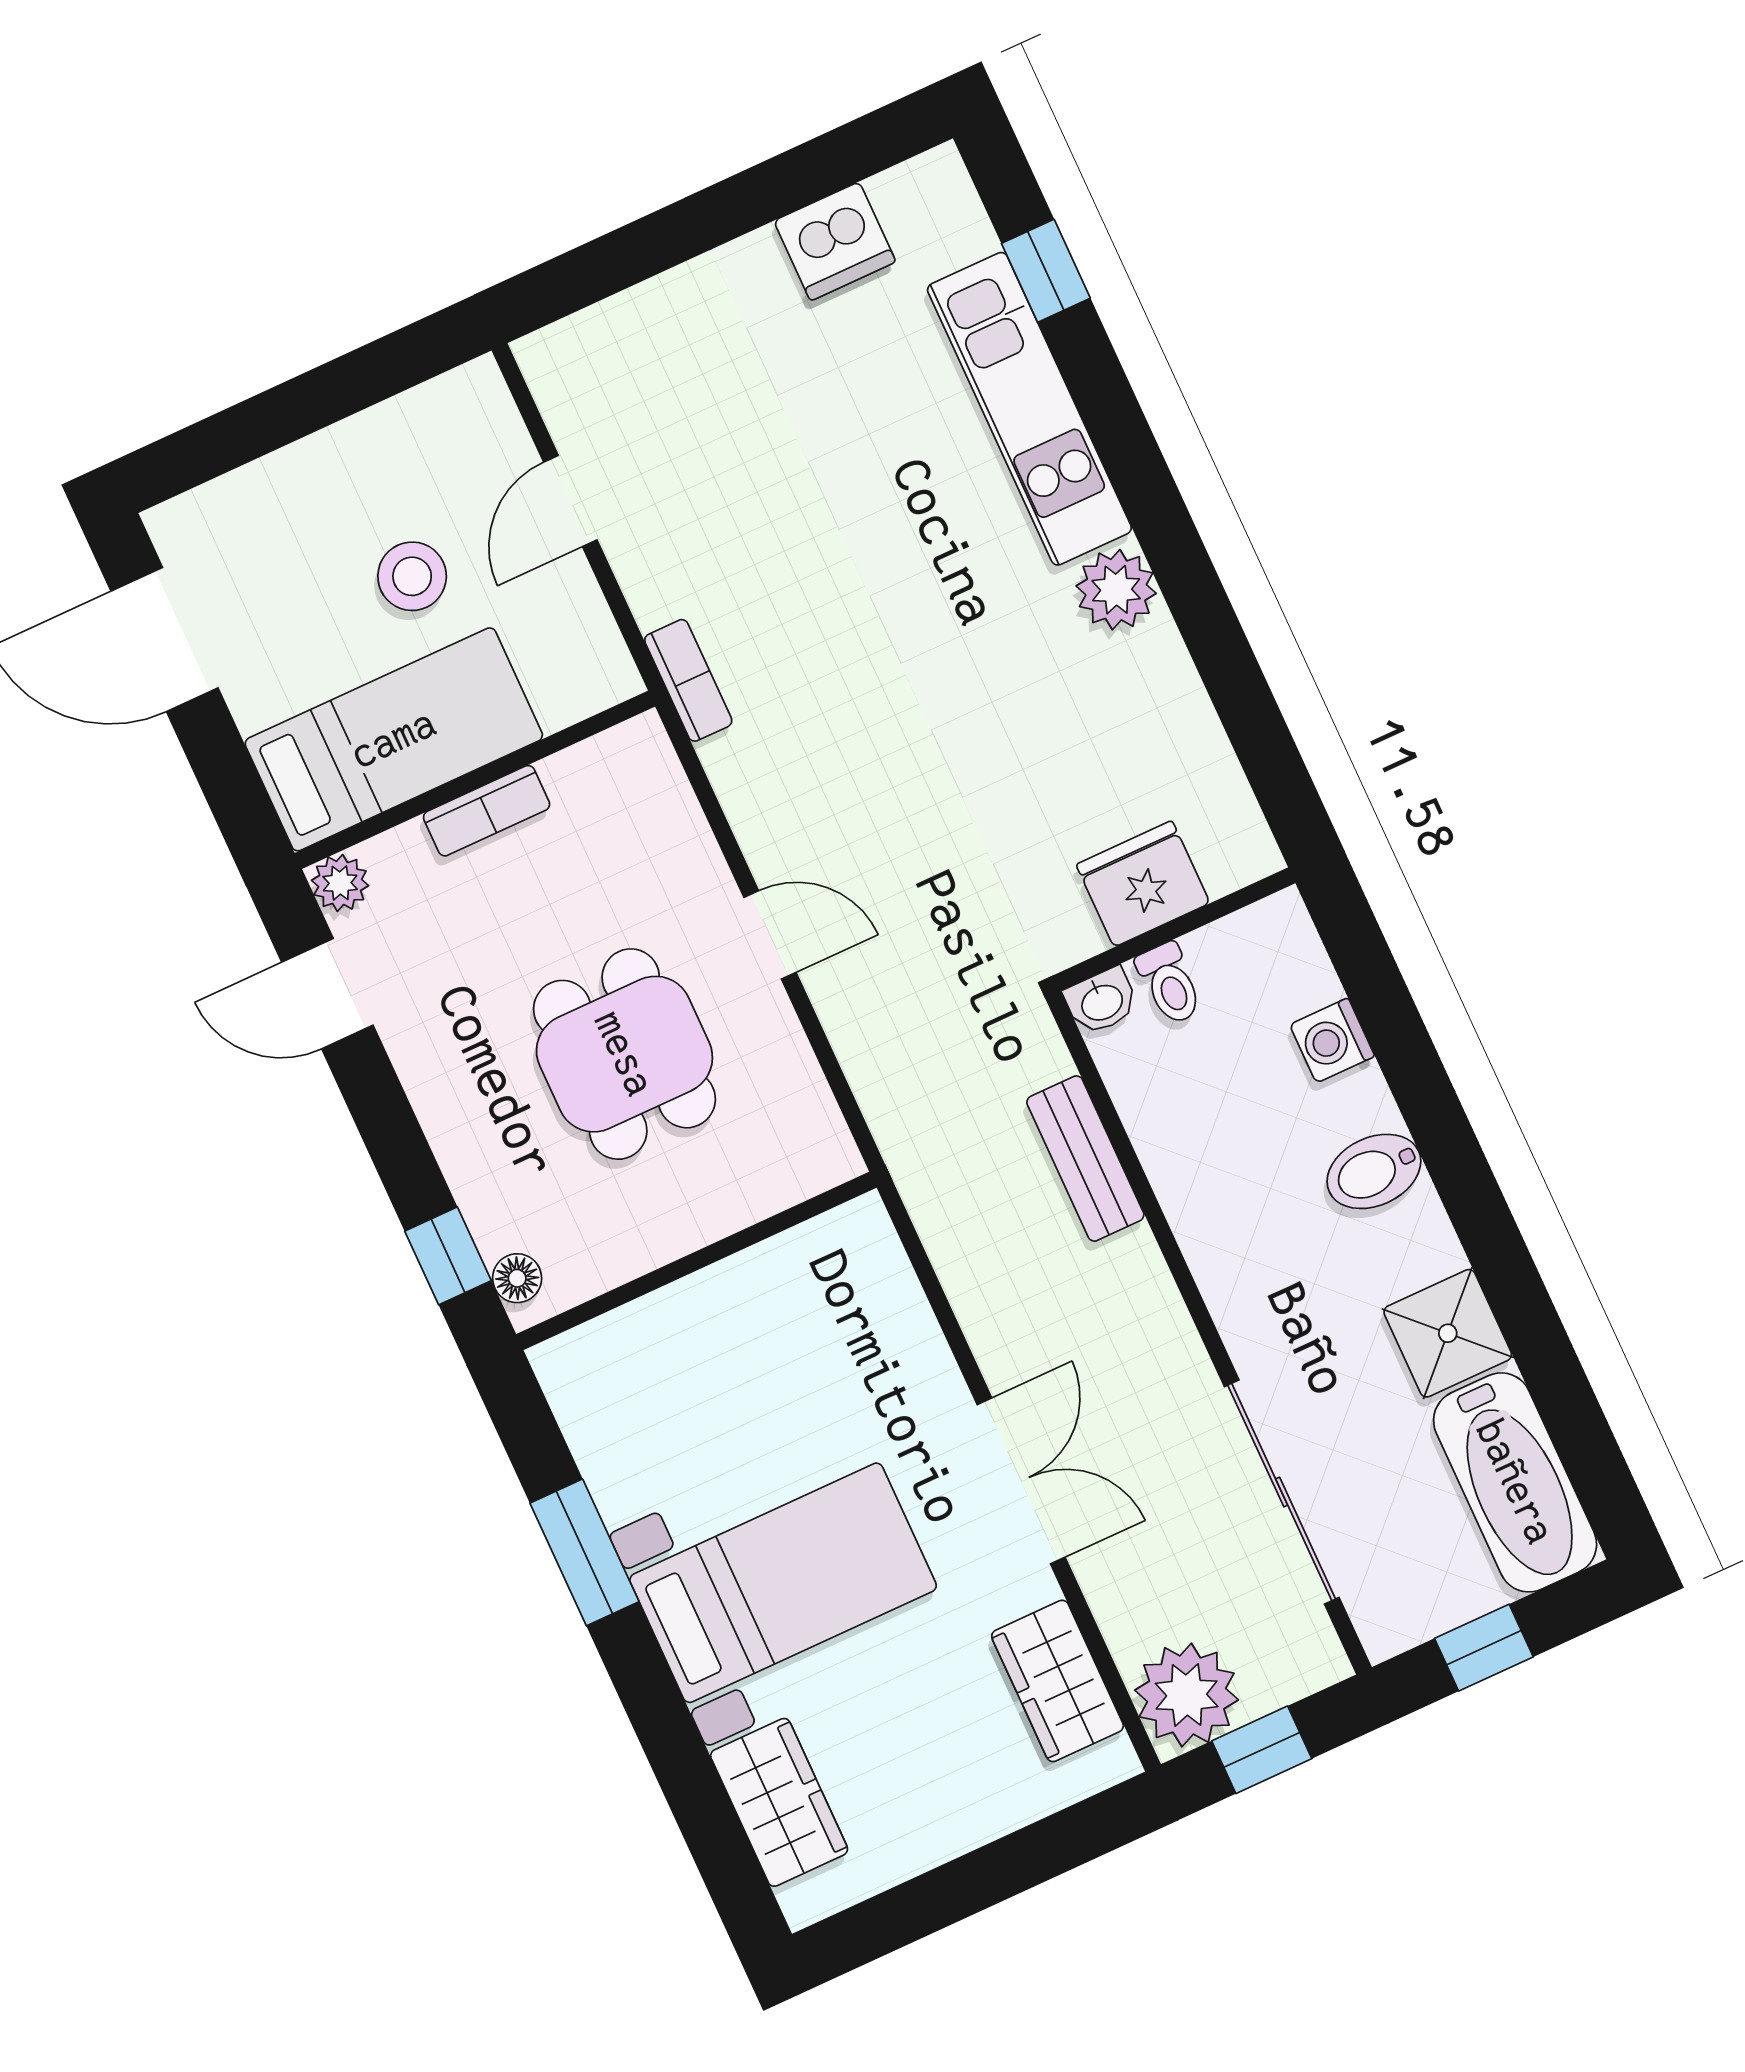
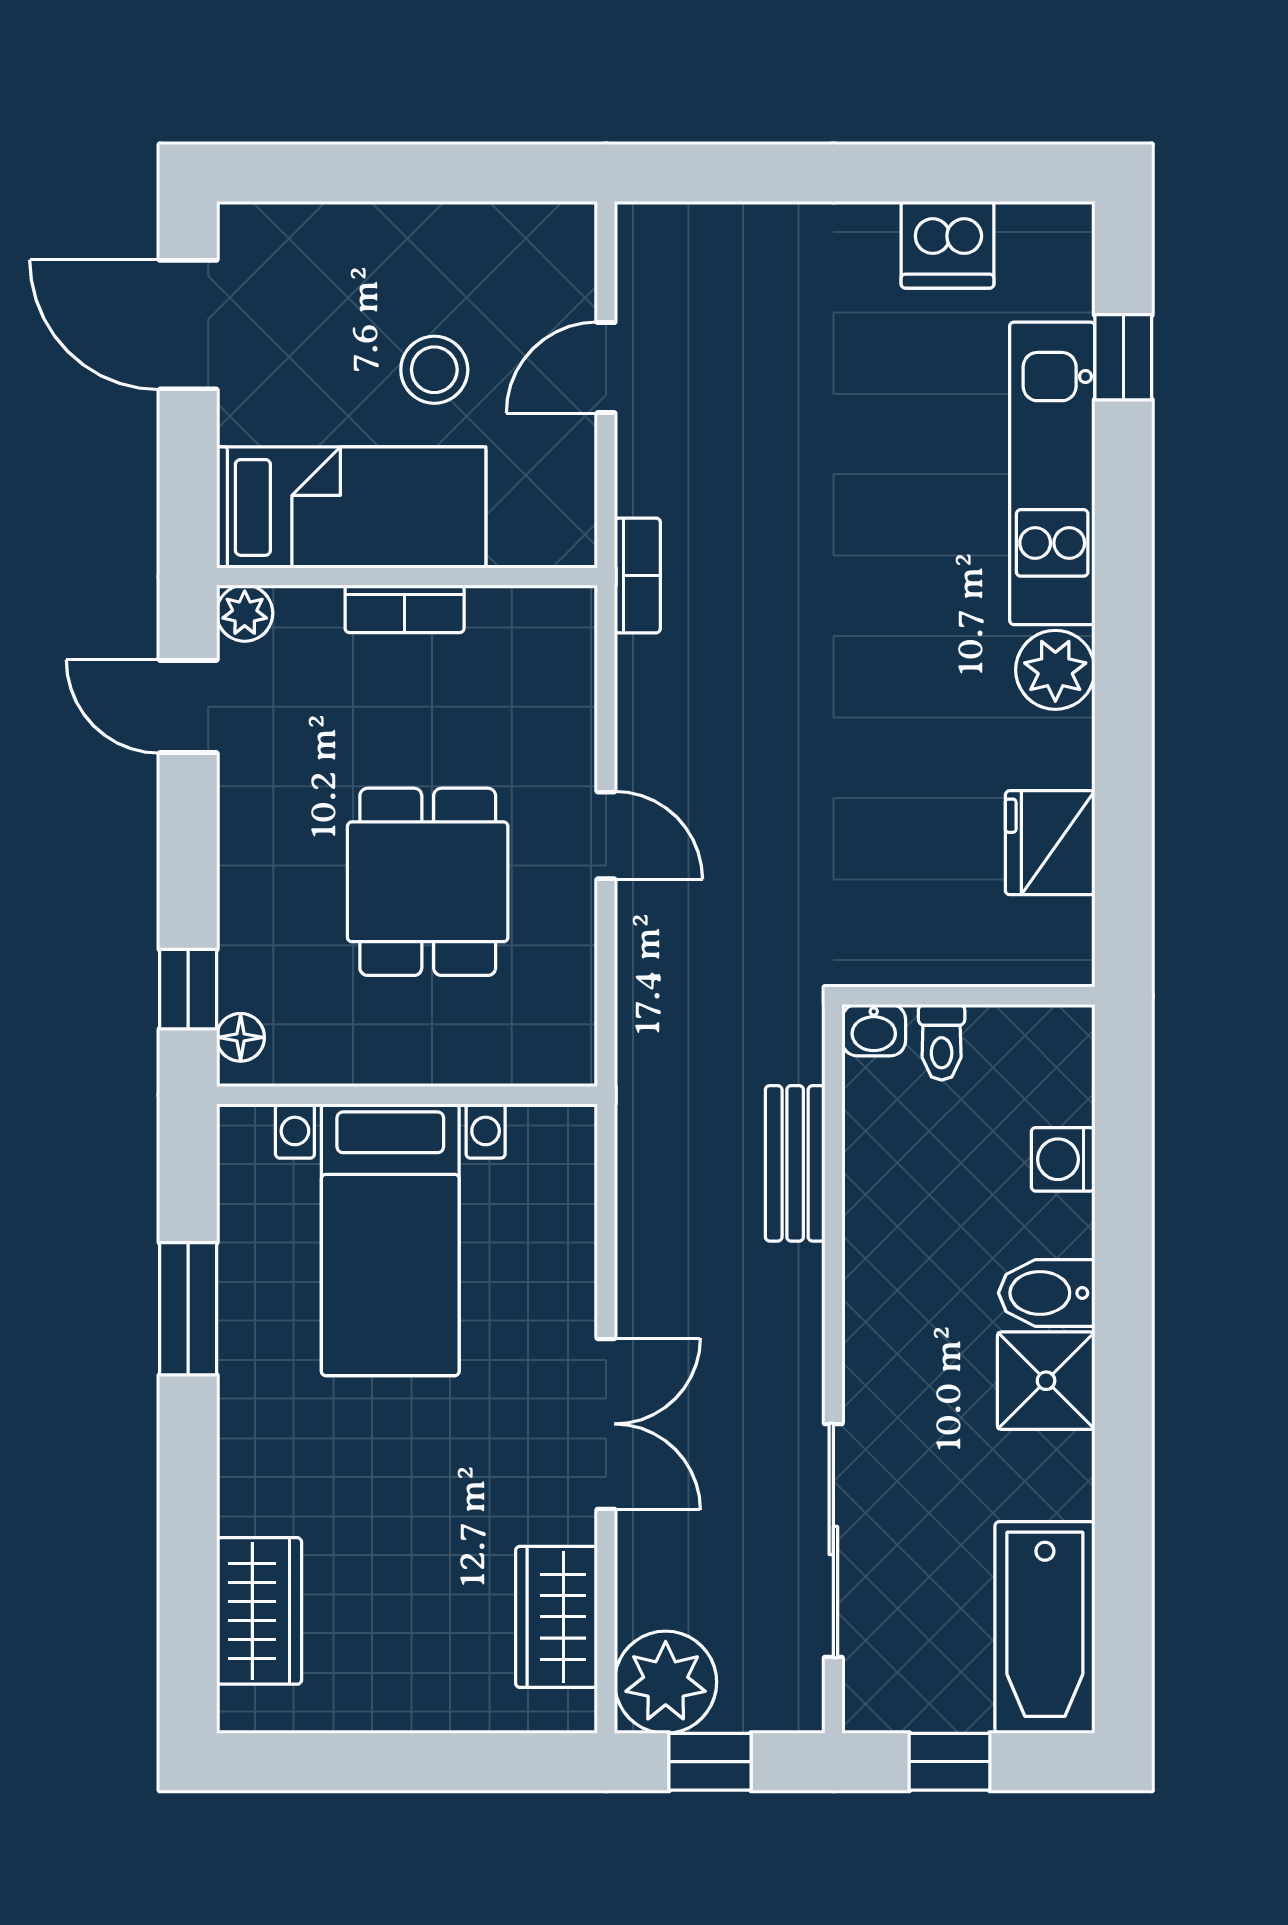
fridge: (1143, 884) -> (1050, 843), moved, turned -90
shower: (1448, 1333) -> (1046, 1381), moved
bed with nightstands: (783, 1583) -> (390, 1240), moved, turned 90

